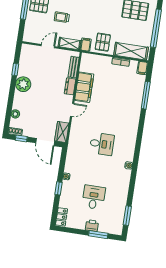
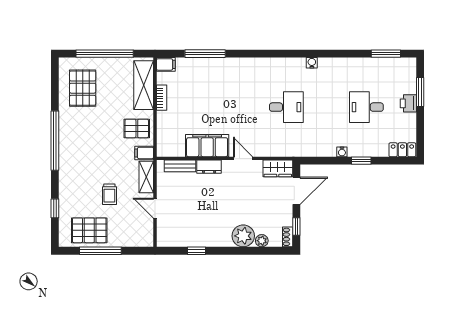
plant: (23, 84) -> (243, 236), moved
desk: (102, 144) -> (286, 107), turned 90

